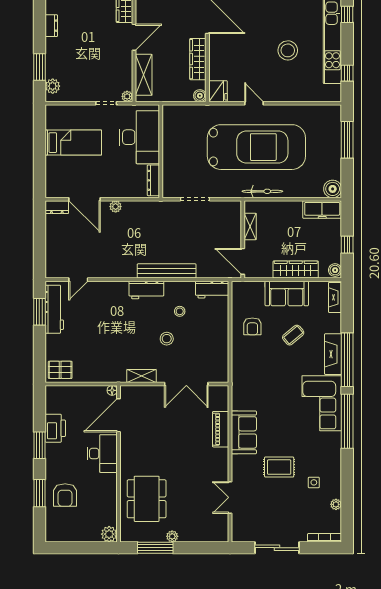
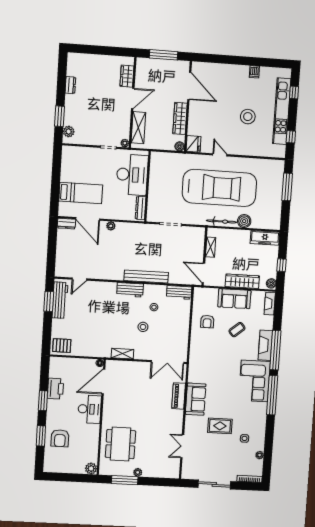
bed: (73, 143) -> (81, 193), moved
boiler: (333, 189) -> (244, 221), moved
double door: (186, 384) -> (168, 362), moved

